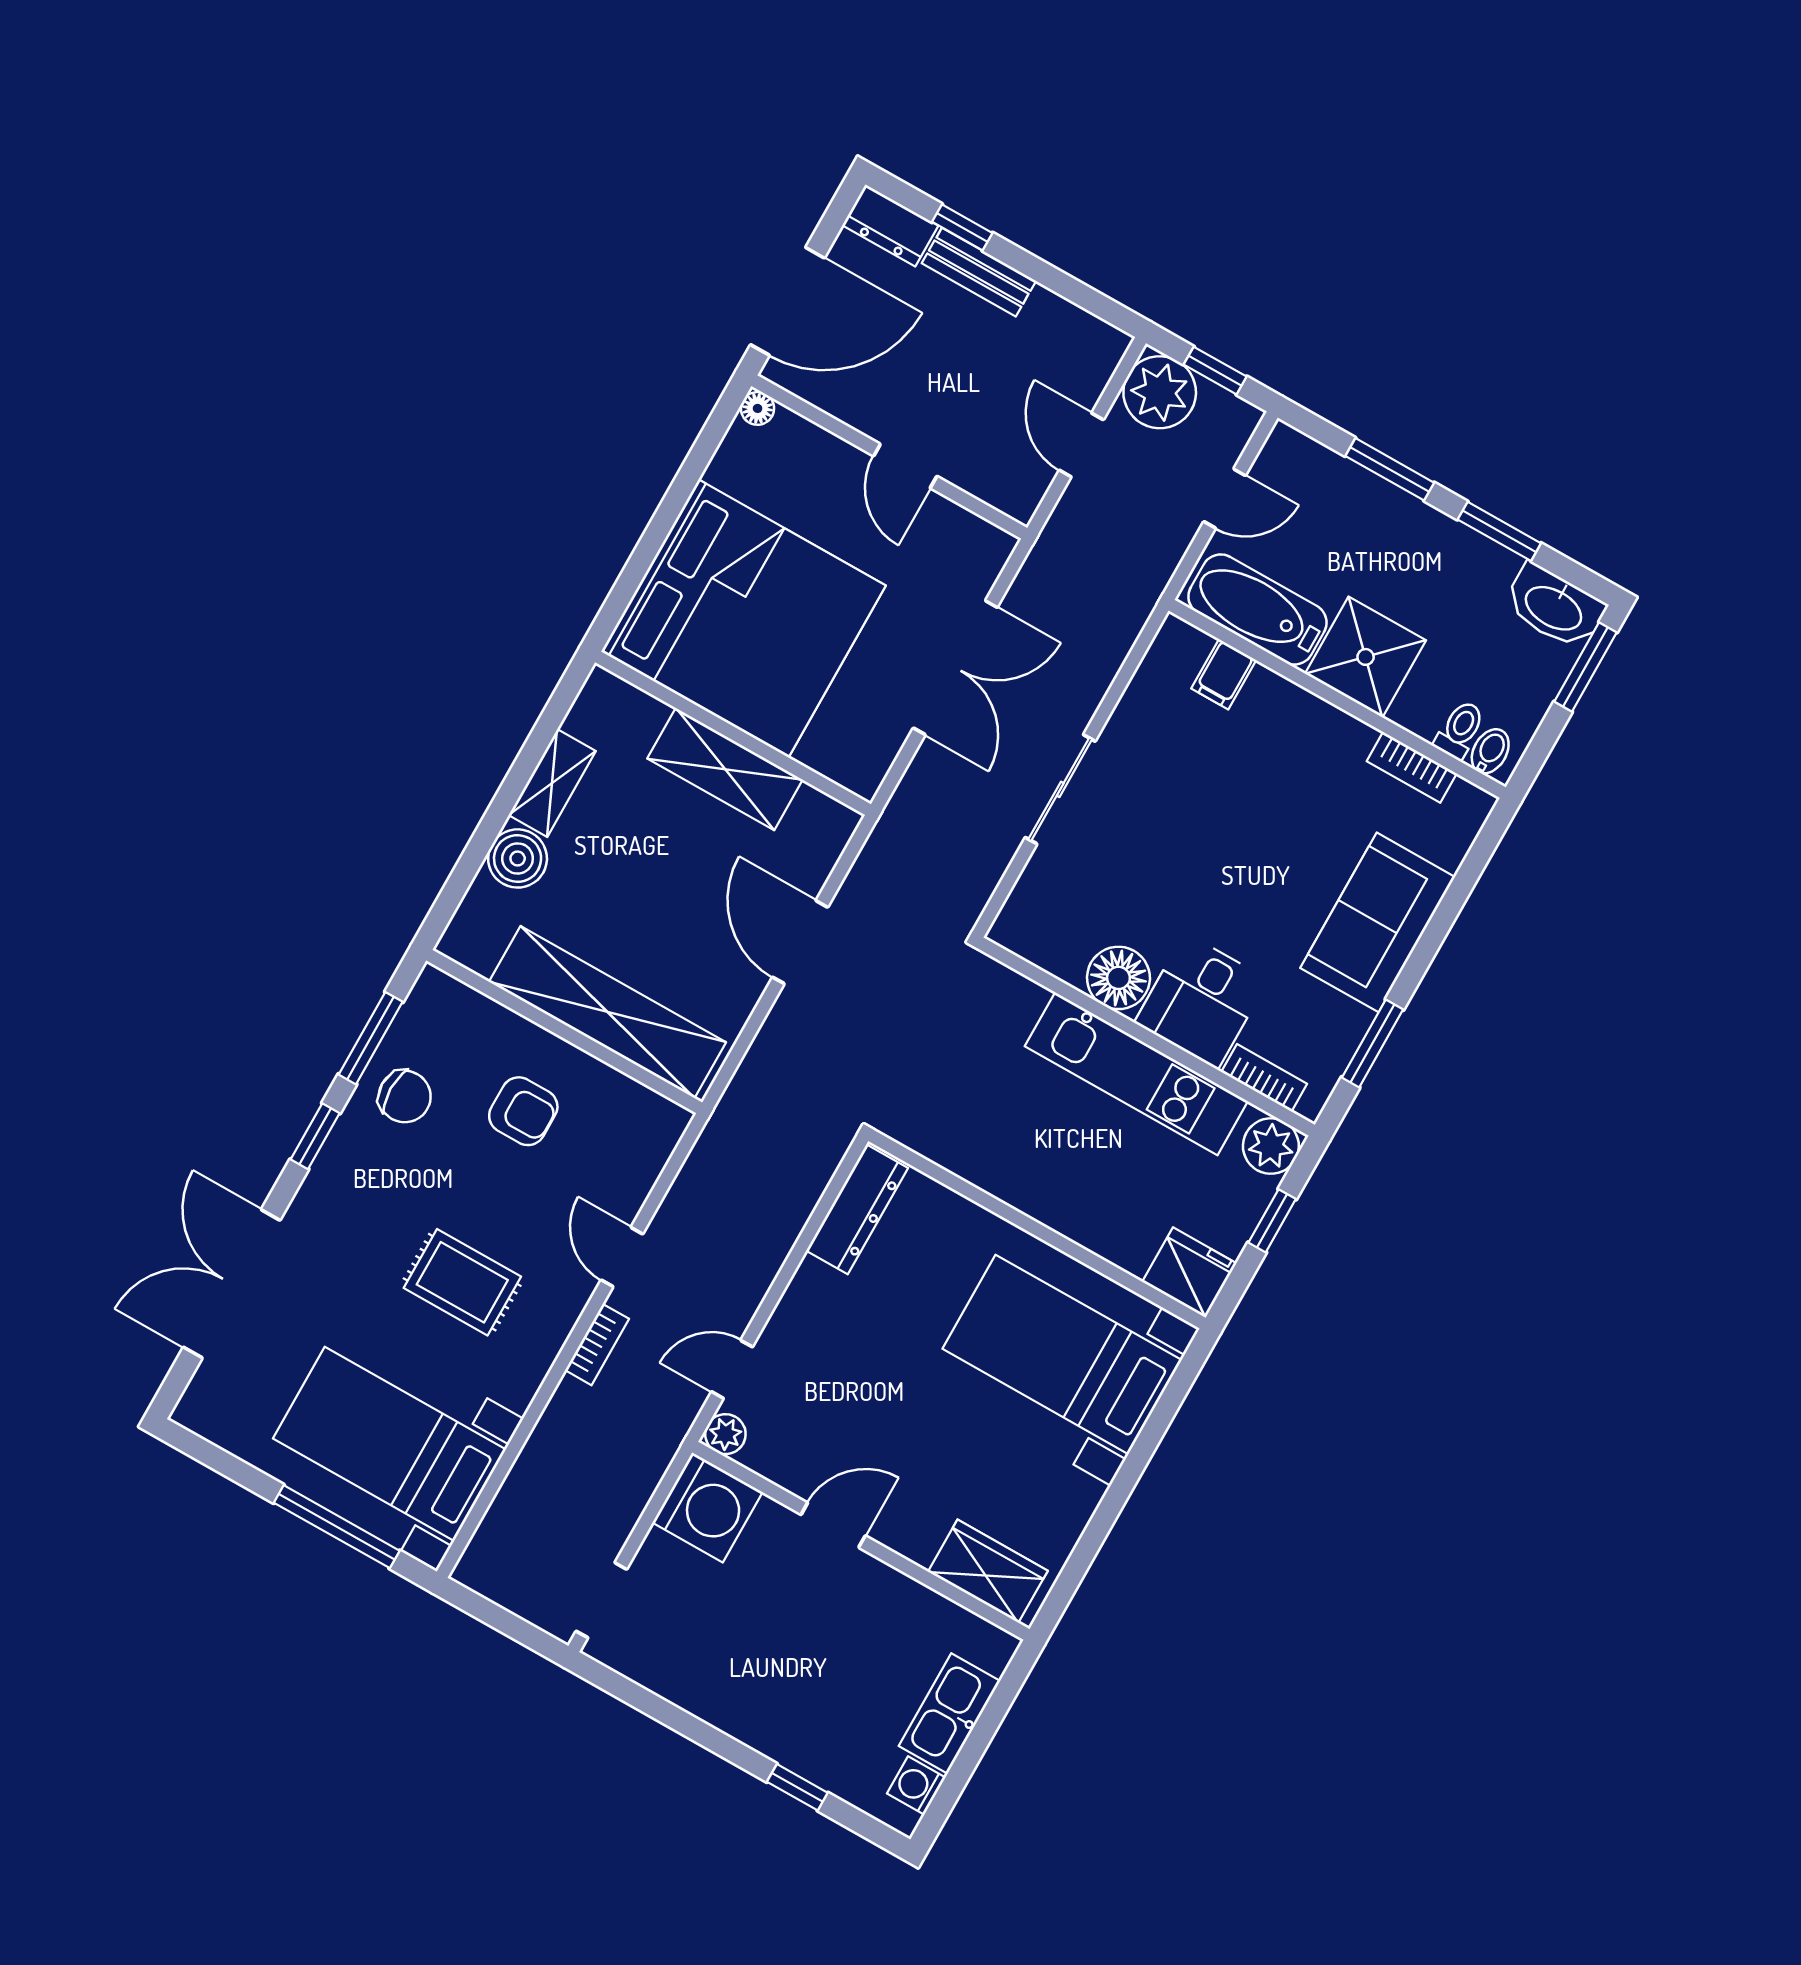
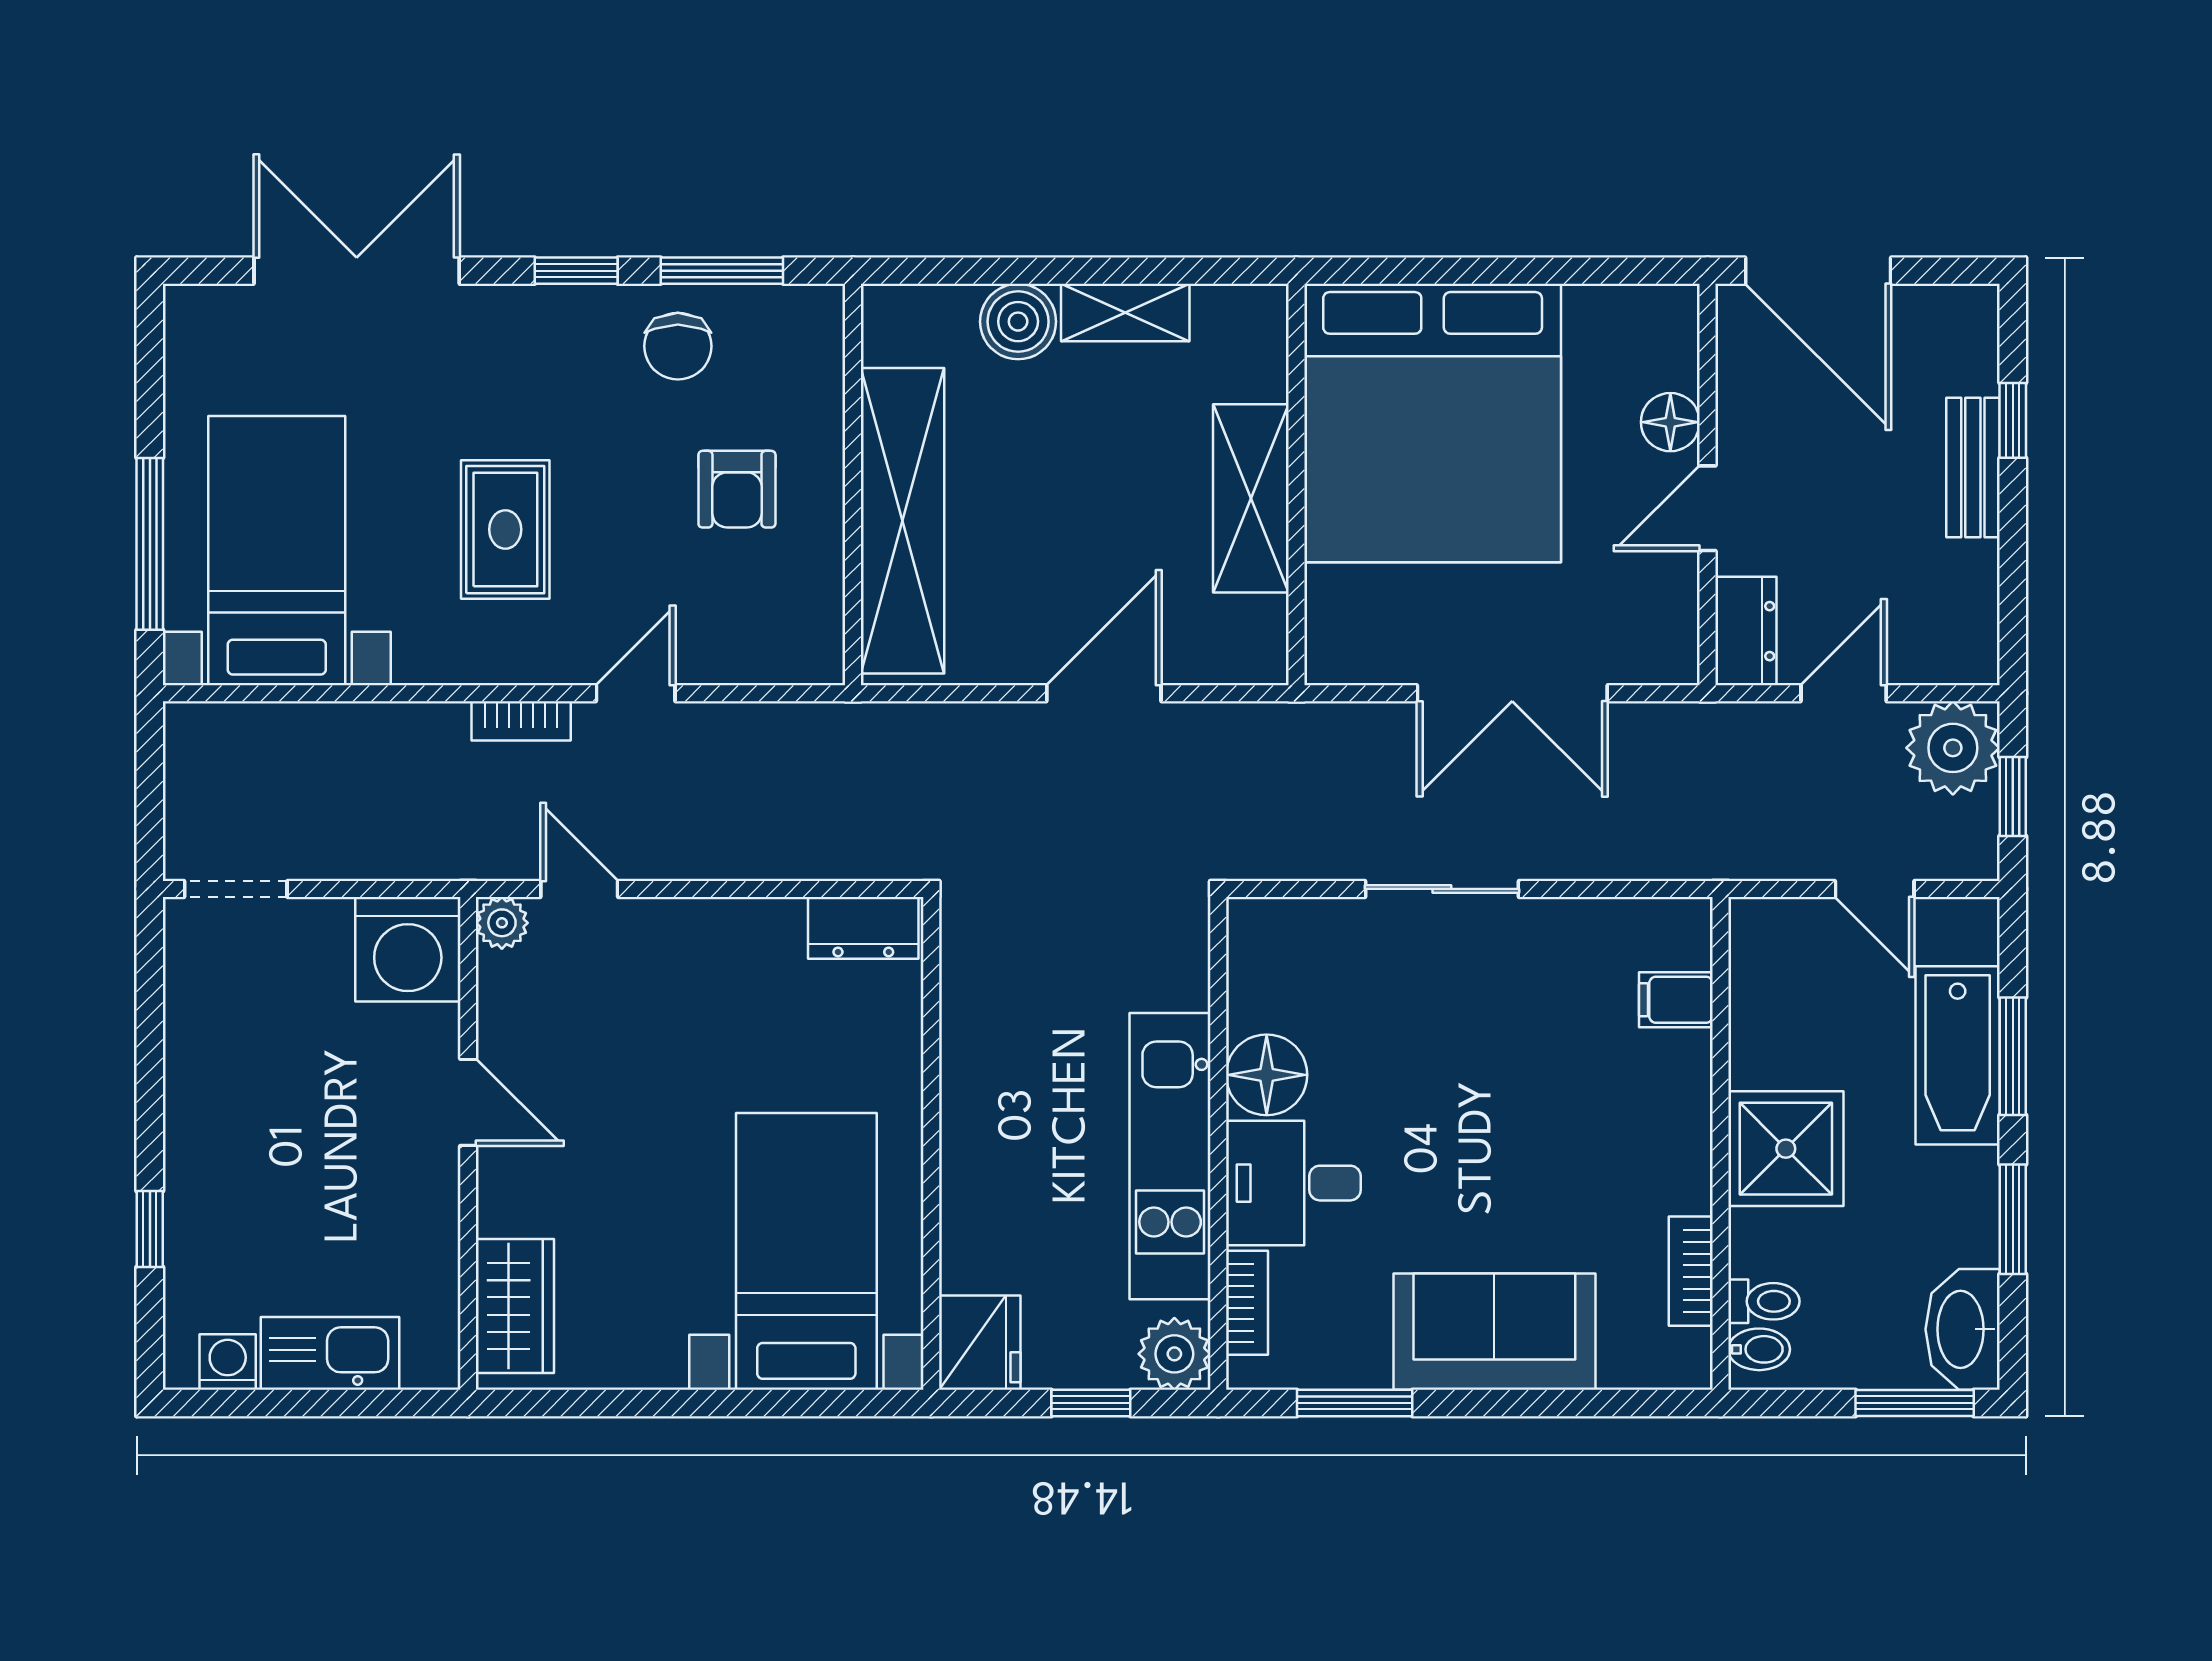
dresser: (890, 225) -> (1746, 631), moved, turned 180
floor lamp: (757, 408) -> (1670, 422), moved, width x1.37, depth x1.37
bathtub: (1257, 610) -> (1958, 1055), moved, turned 180
dresser: (857, 1209) -> (863, 928), width x0.70

